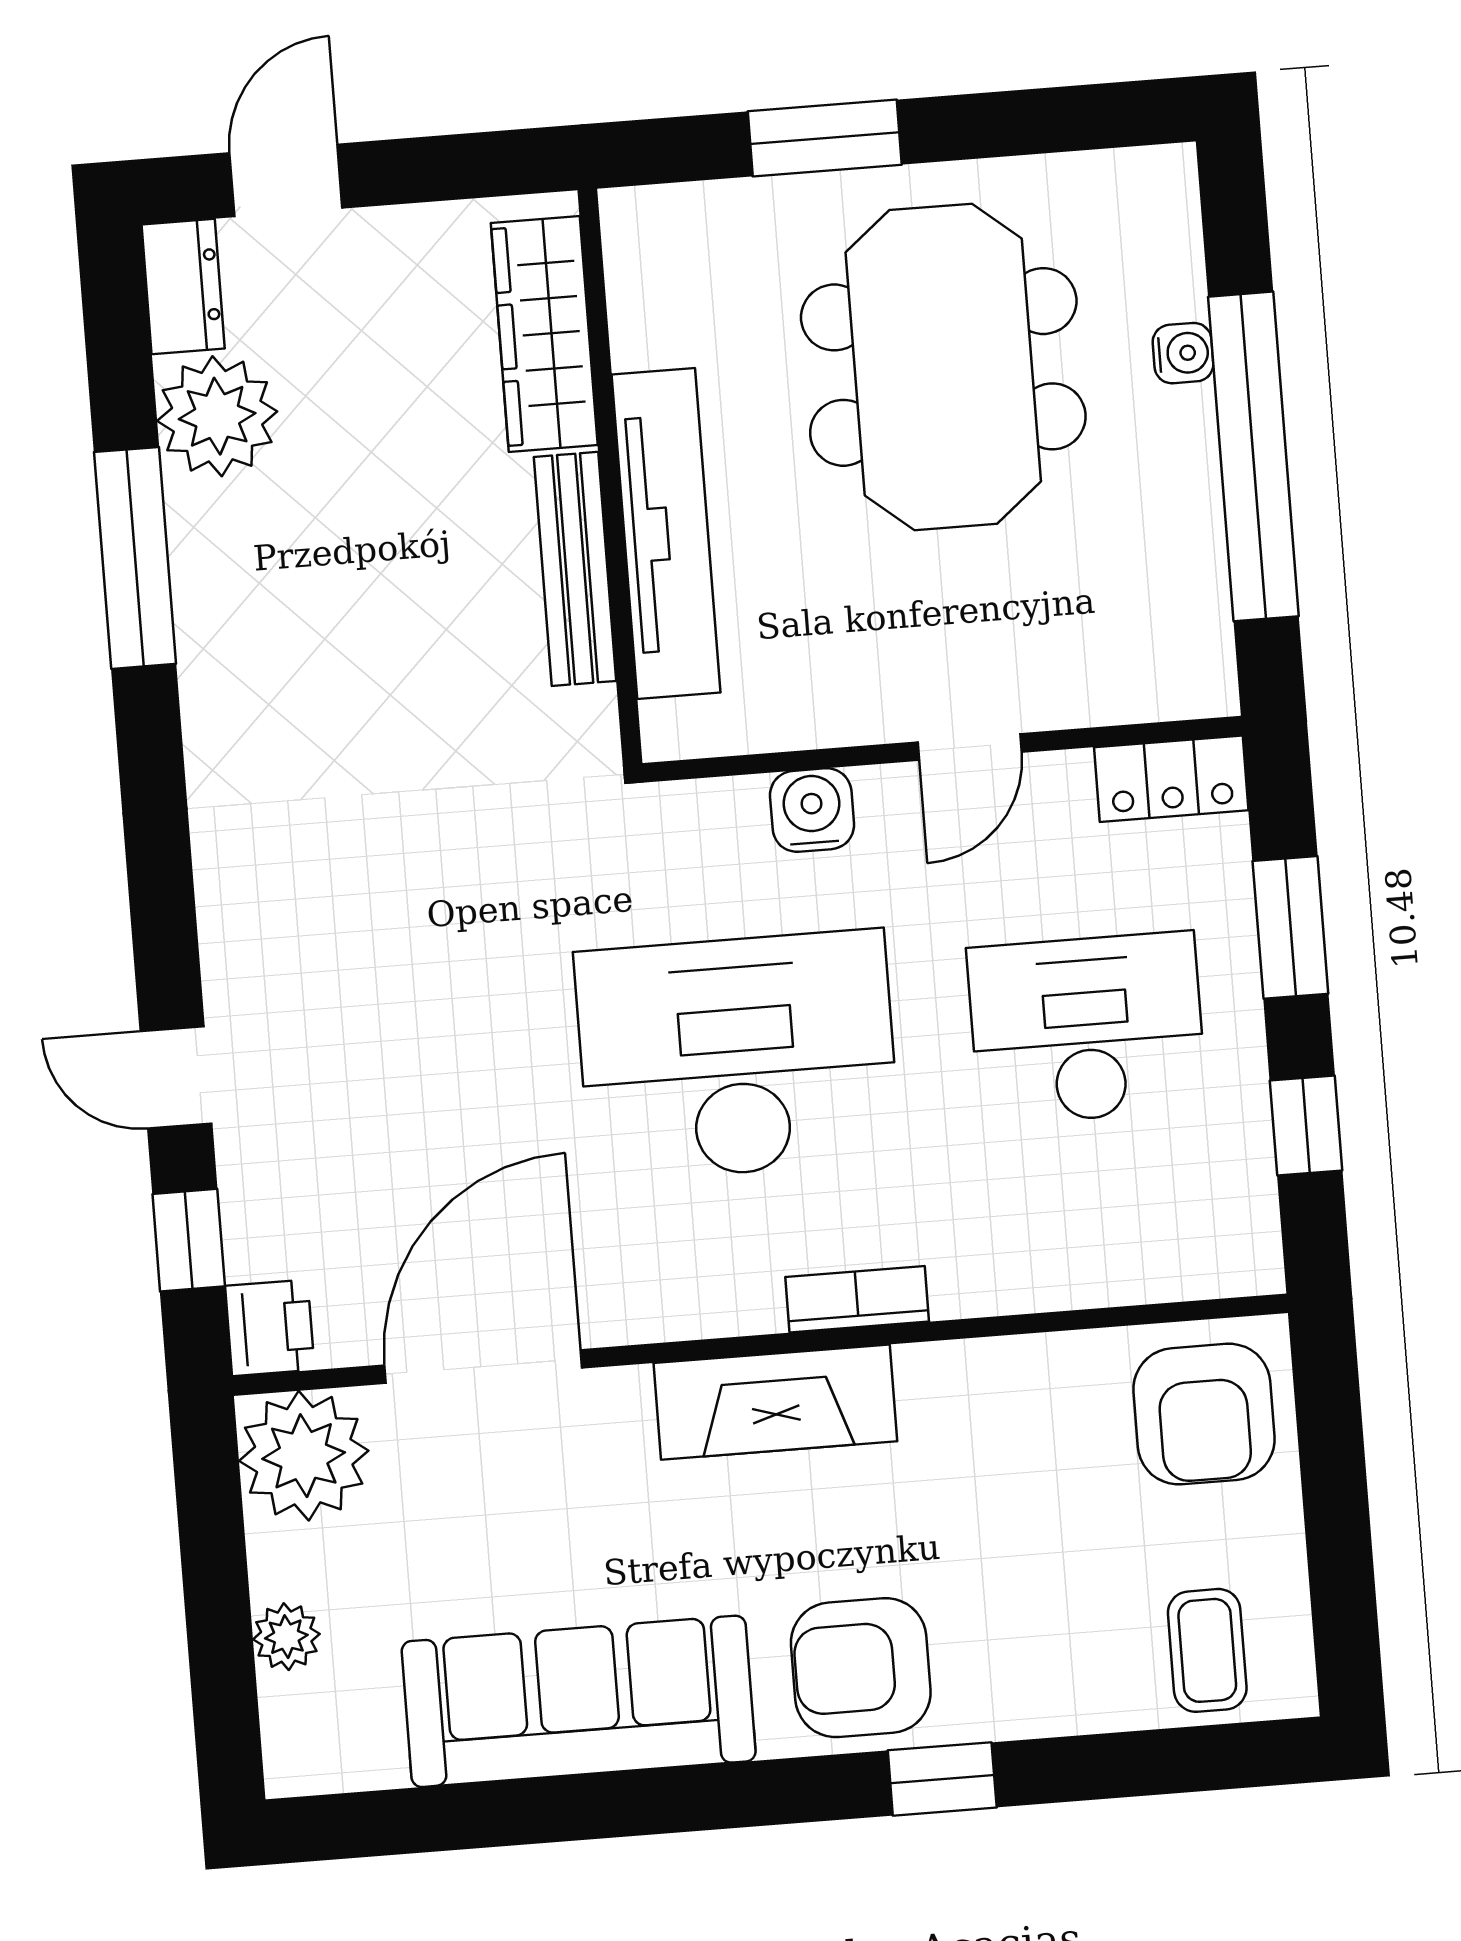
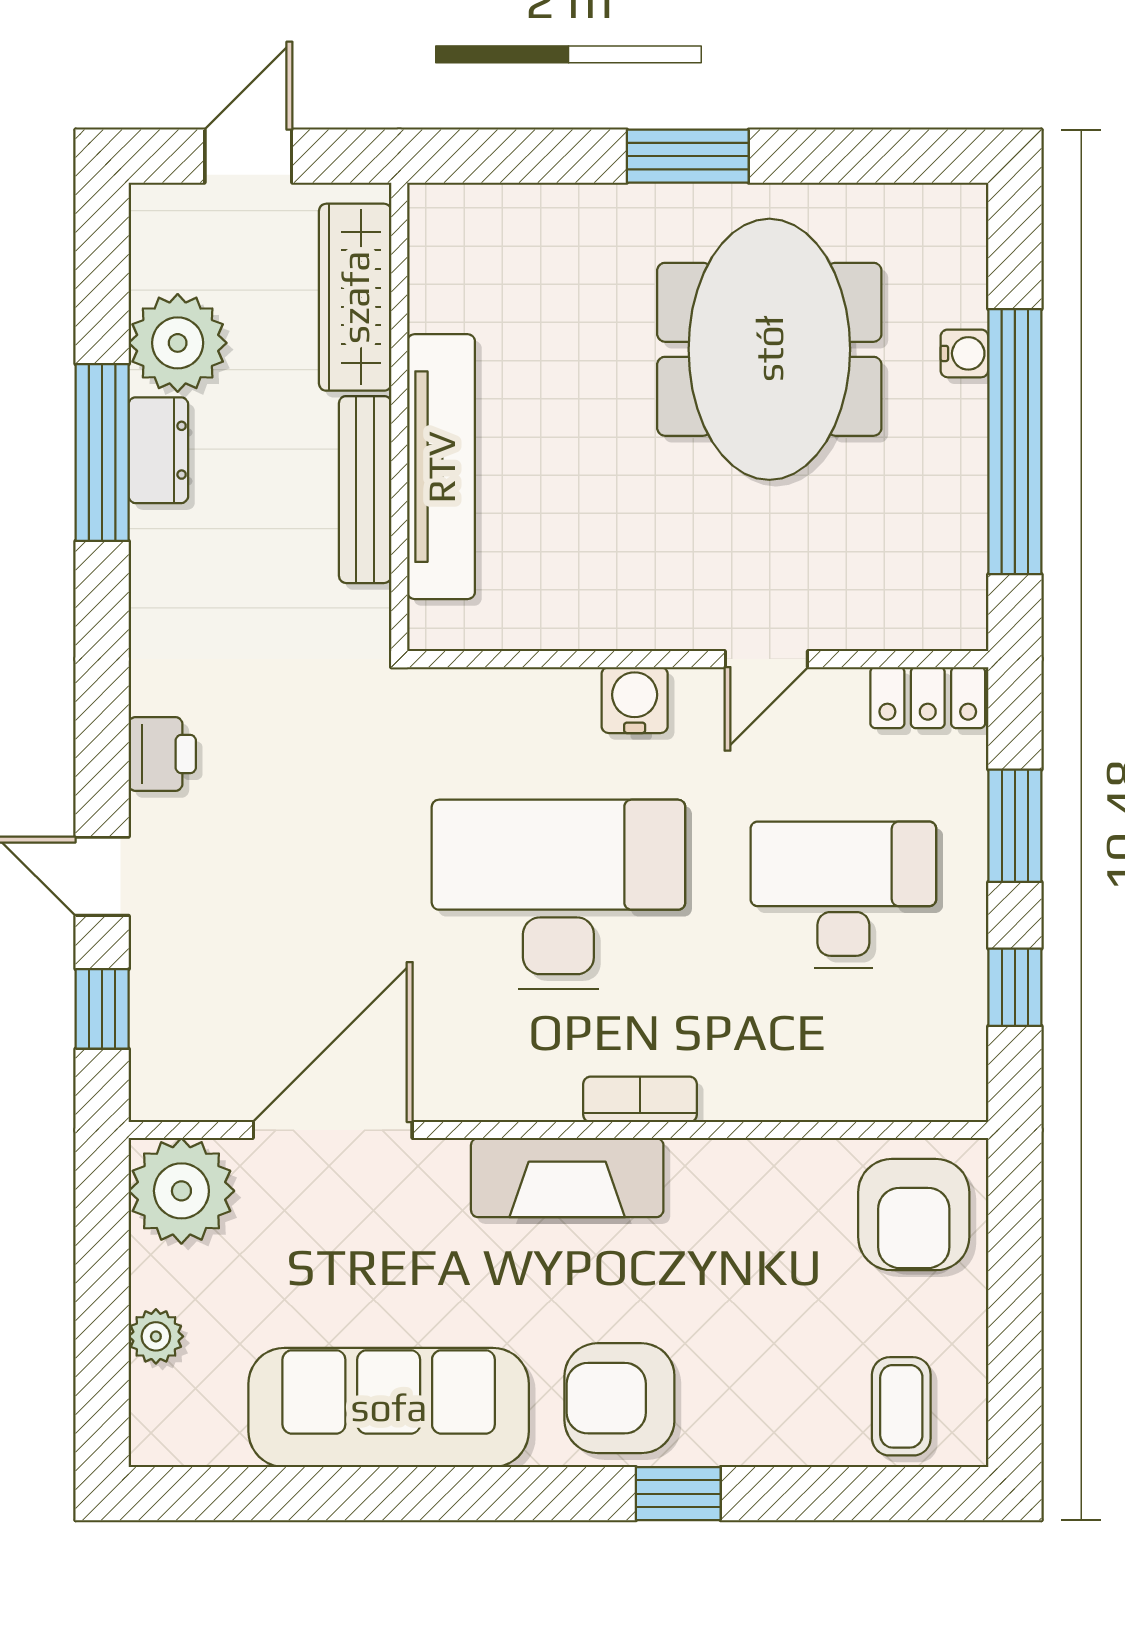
dresser: (183, 287) -> (158, 450), moved
wardrobe: (544, 334) -> (355, 297), moved
wall: (610, 477) -> (399, 417), moved
tv unit: (666, 534) -> (441, 467), moved
bench: (575, 569) -> (365, 490), moved
printer: (270, 1328) -> (162, 754), moved

